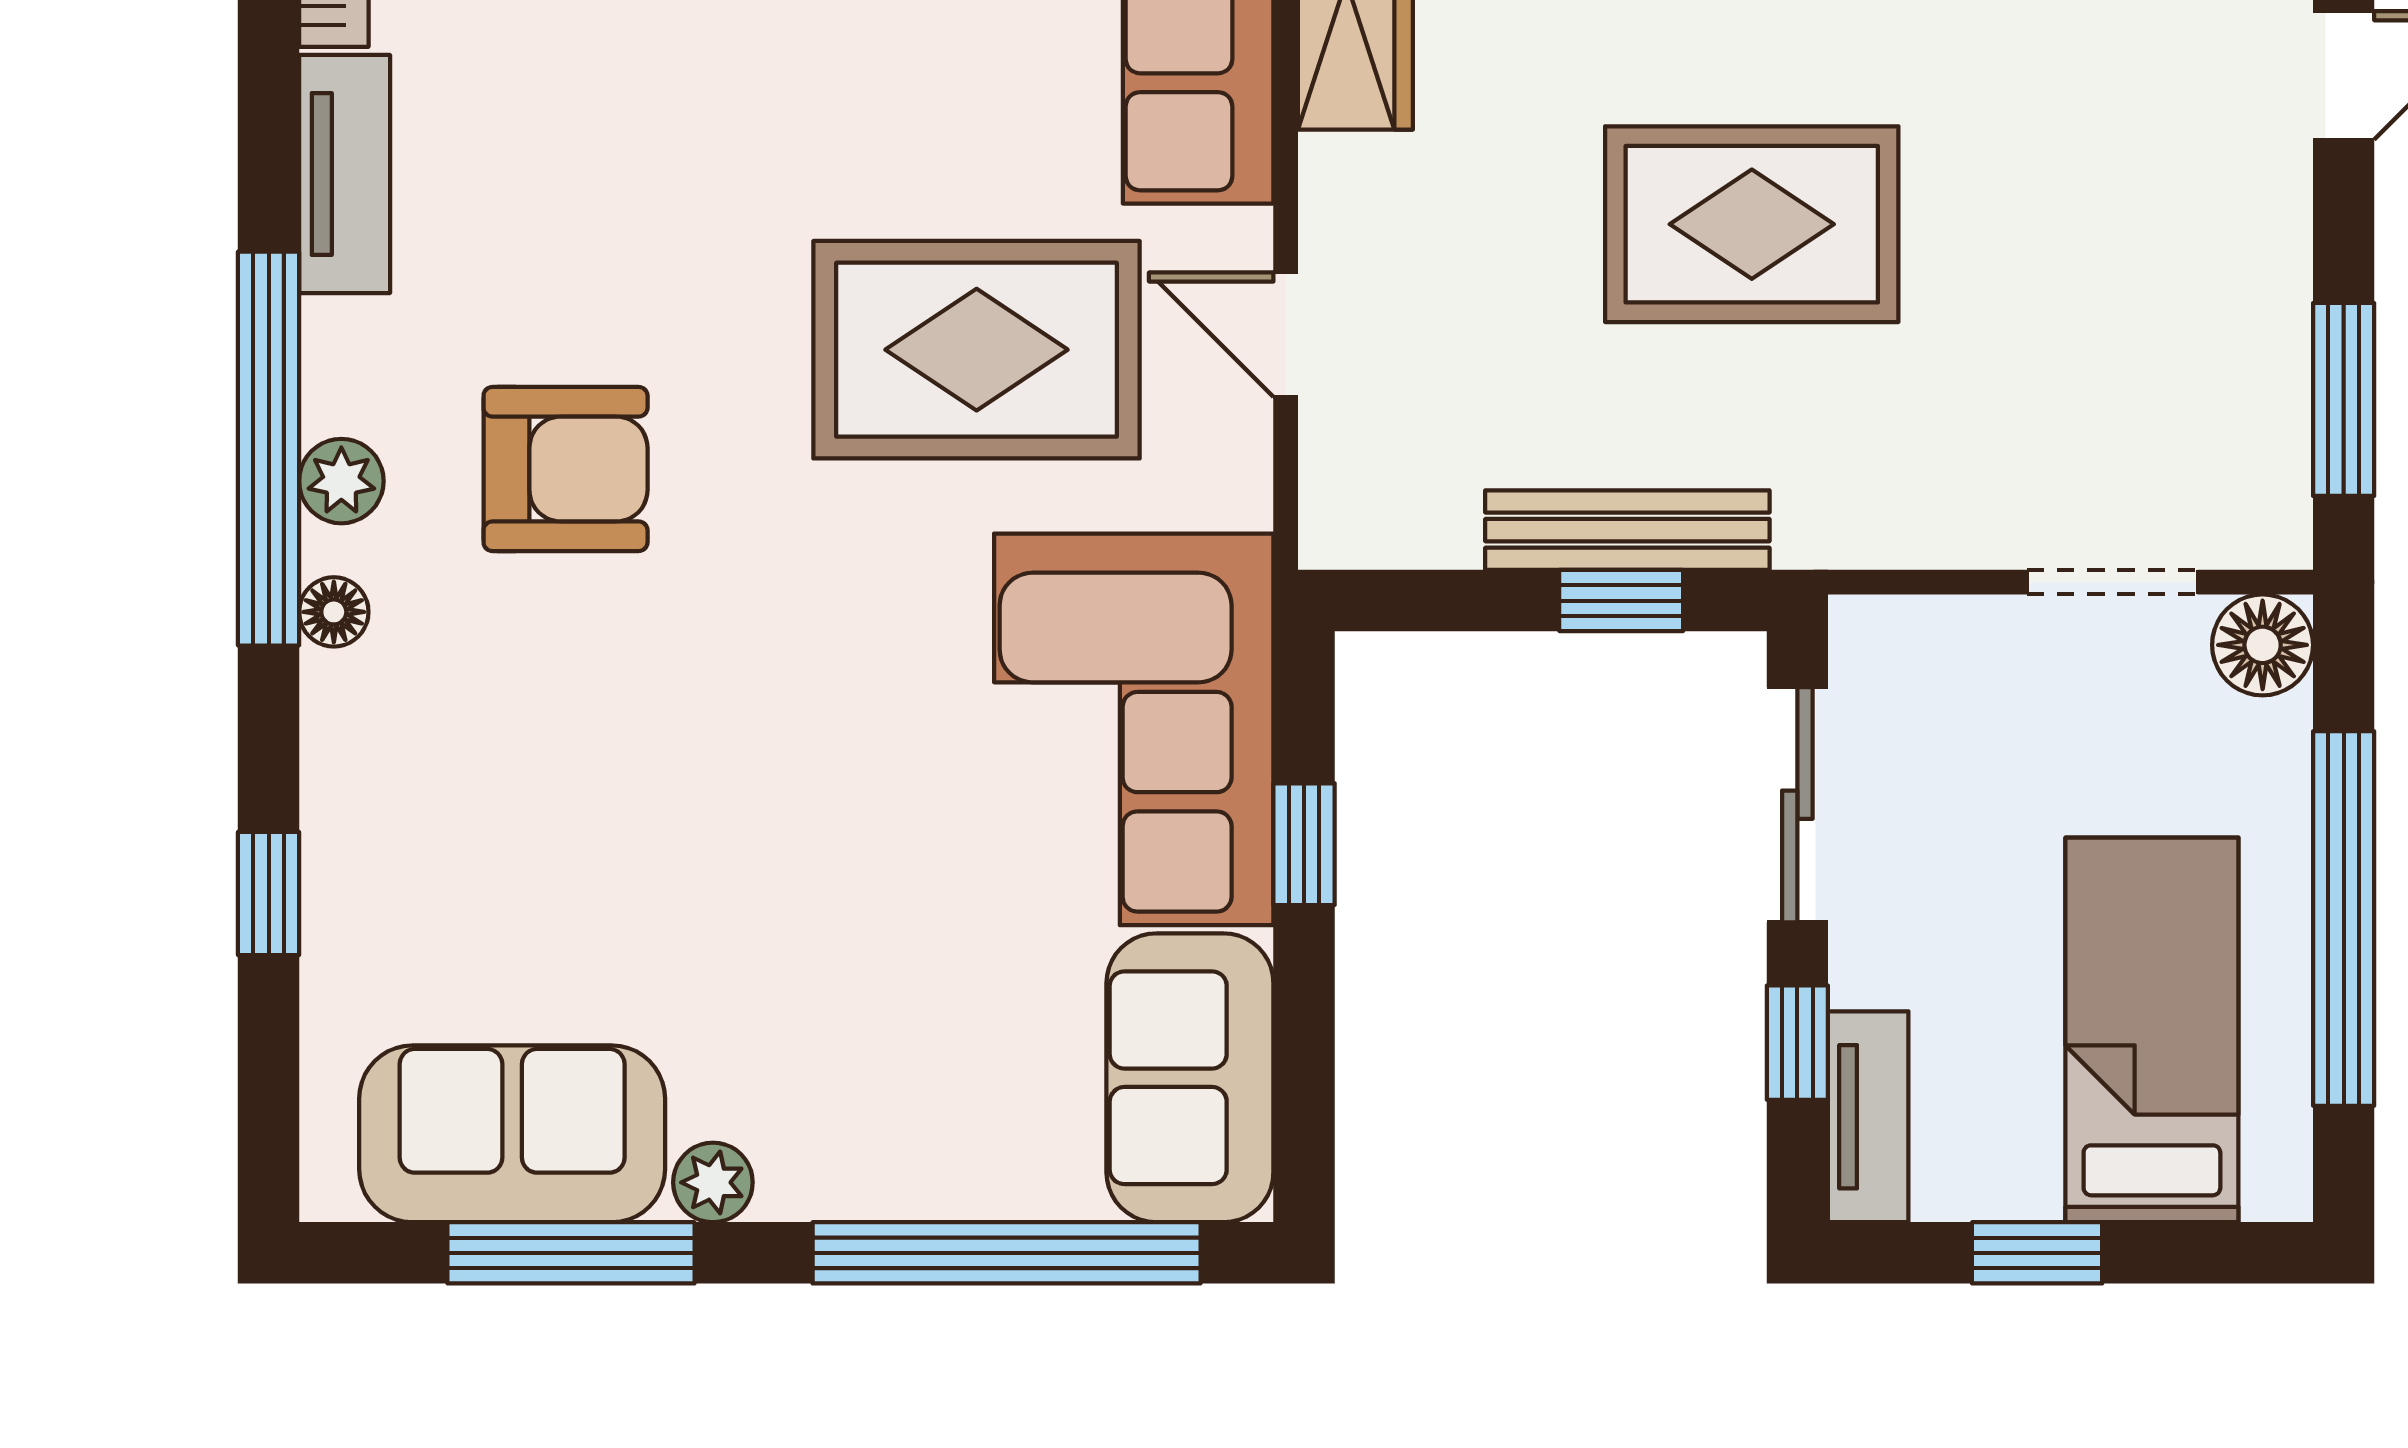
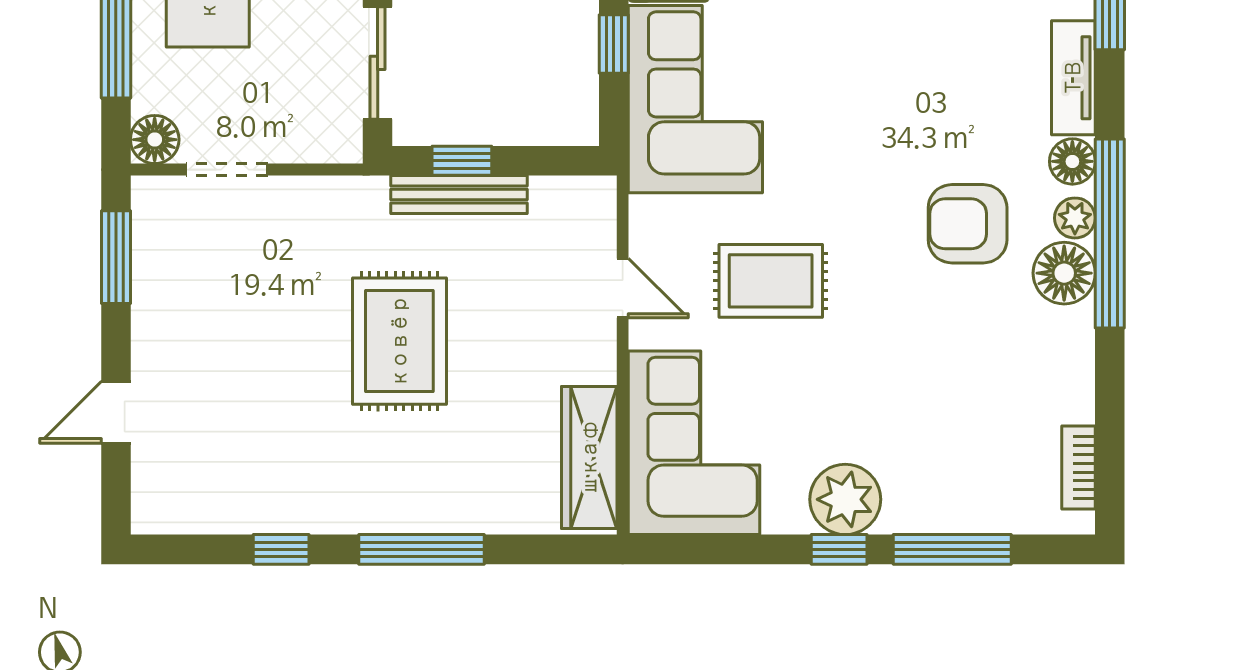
tv unit: (345, 174) -> (1073, 78), moved
rug: (1752, 224) -> (399, 341), turned 90
rug: (977, 350) -> (771, 281), width x0.73, depth x0.70
floor lamp: (364, 366) -> (1064, 273), added
floor lamp: (334, 612) -> (1072, 161), width x1.37, depth x1.37

